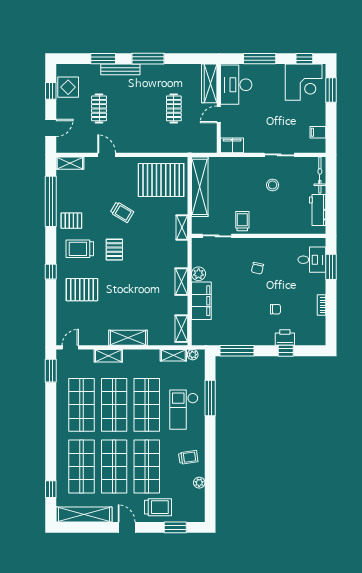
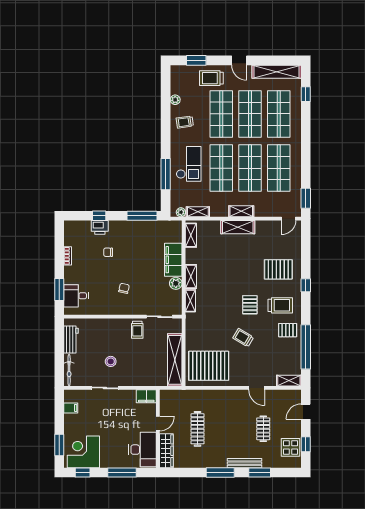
clothes rail: (174, 108) -> (198, 429), width x1.36
shelving: (182, 227) -> (190, 301), moved
shelving: (108, 356) -> (241, 211), moved

